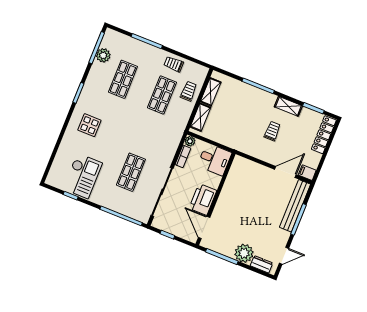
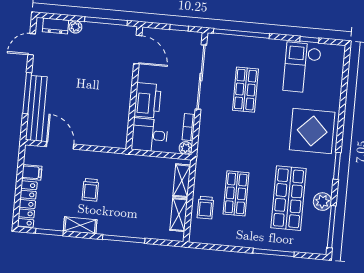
plant: (103, 55) -> (322, 202), moved
trolley: (174, 64) -> (233, 235), removed
shop shelf: (123, 79) -> (288, 198), width x1.43, depth x1.36
display table: (89, 125) -> (312, 131), width x1.86, depth x1.86
door: (285, 172) -> (60, 145), swing flipped
filing cabinet: (307, 173) -> (32, 172), moved
printer: (203, 199) -> (148, 100), moved
plant: (244, 253) -> (75, 27), width x0.53, depth x0.53

